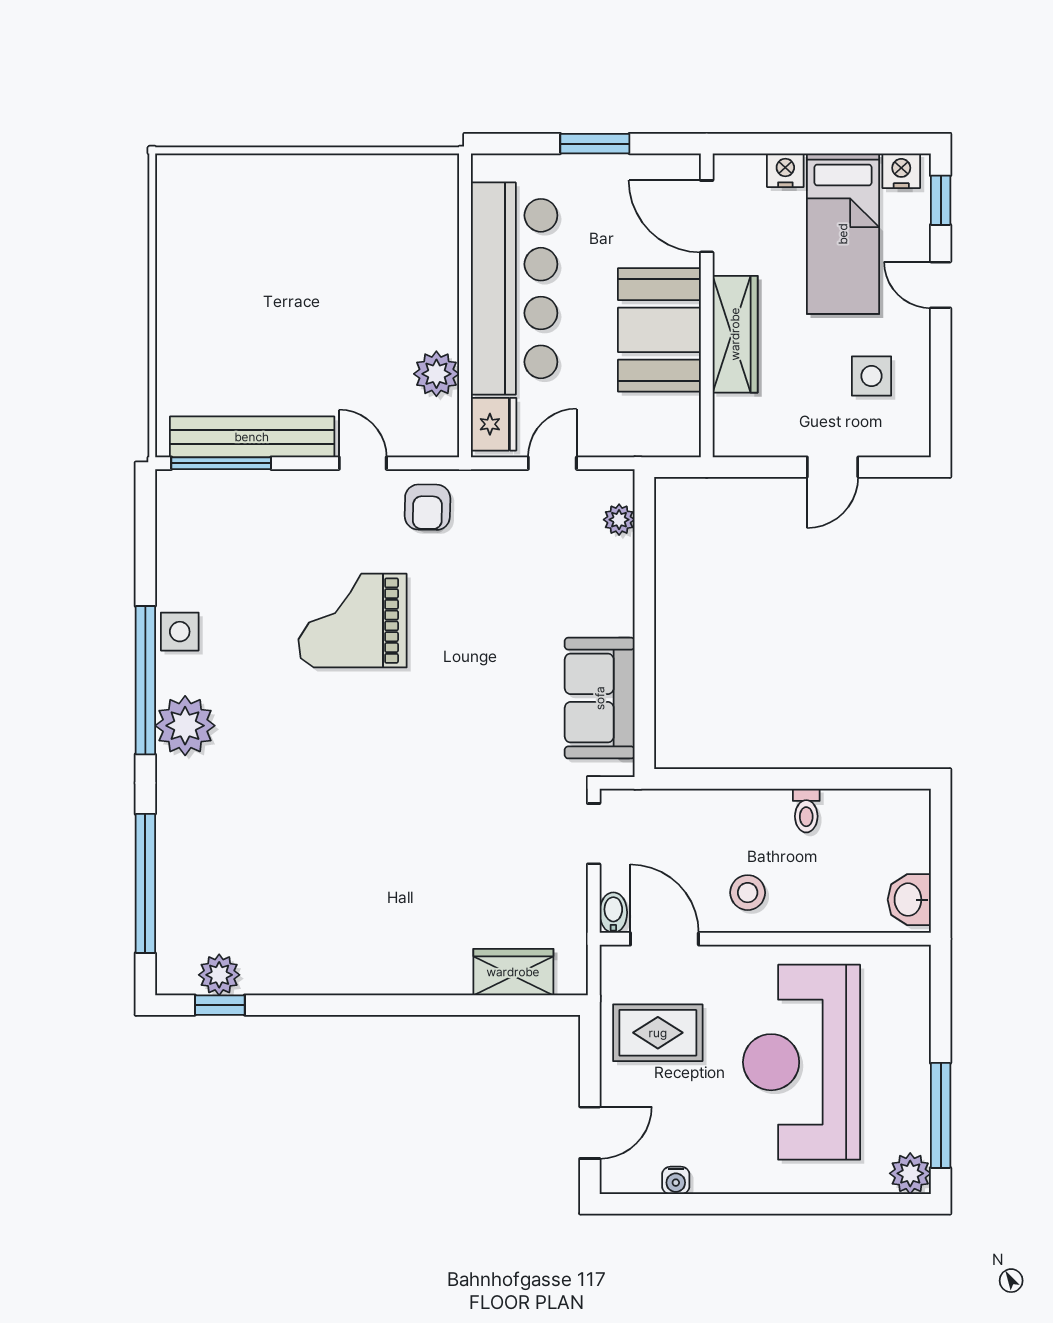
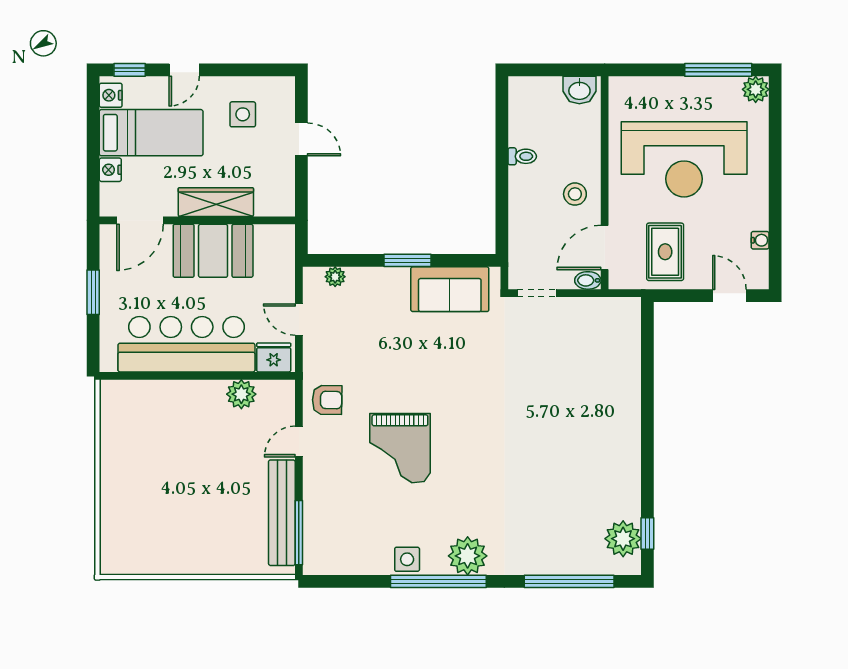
window: (644, 632) -> (407, 260), added
wardrobe: (513, 972) -> (626, 345), removed
plant: (219, 975) -> (623, 539), width x1.36, depth x1.36

